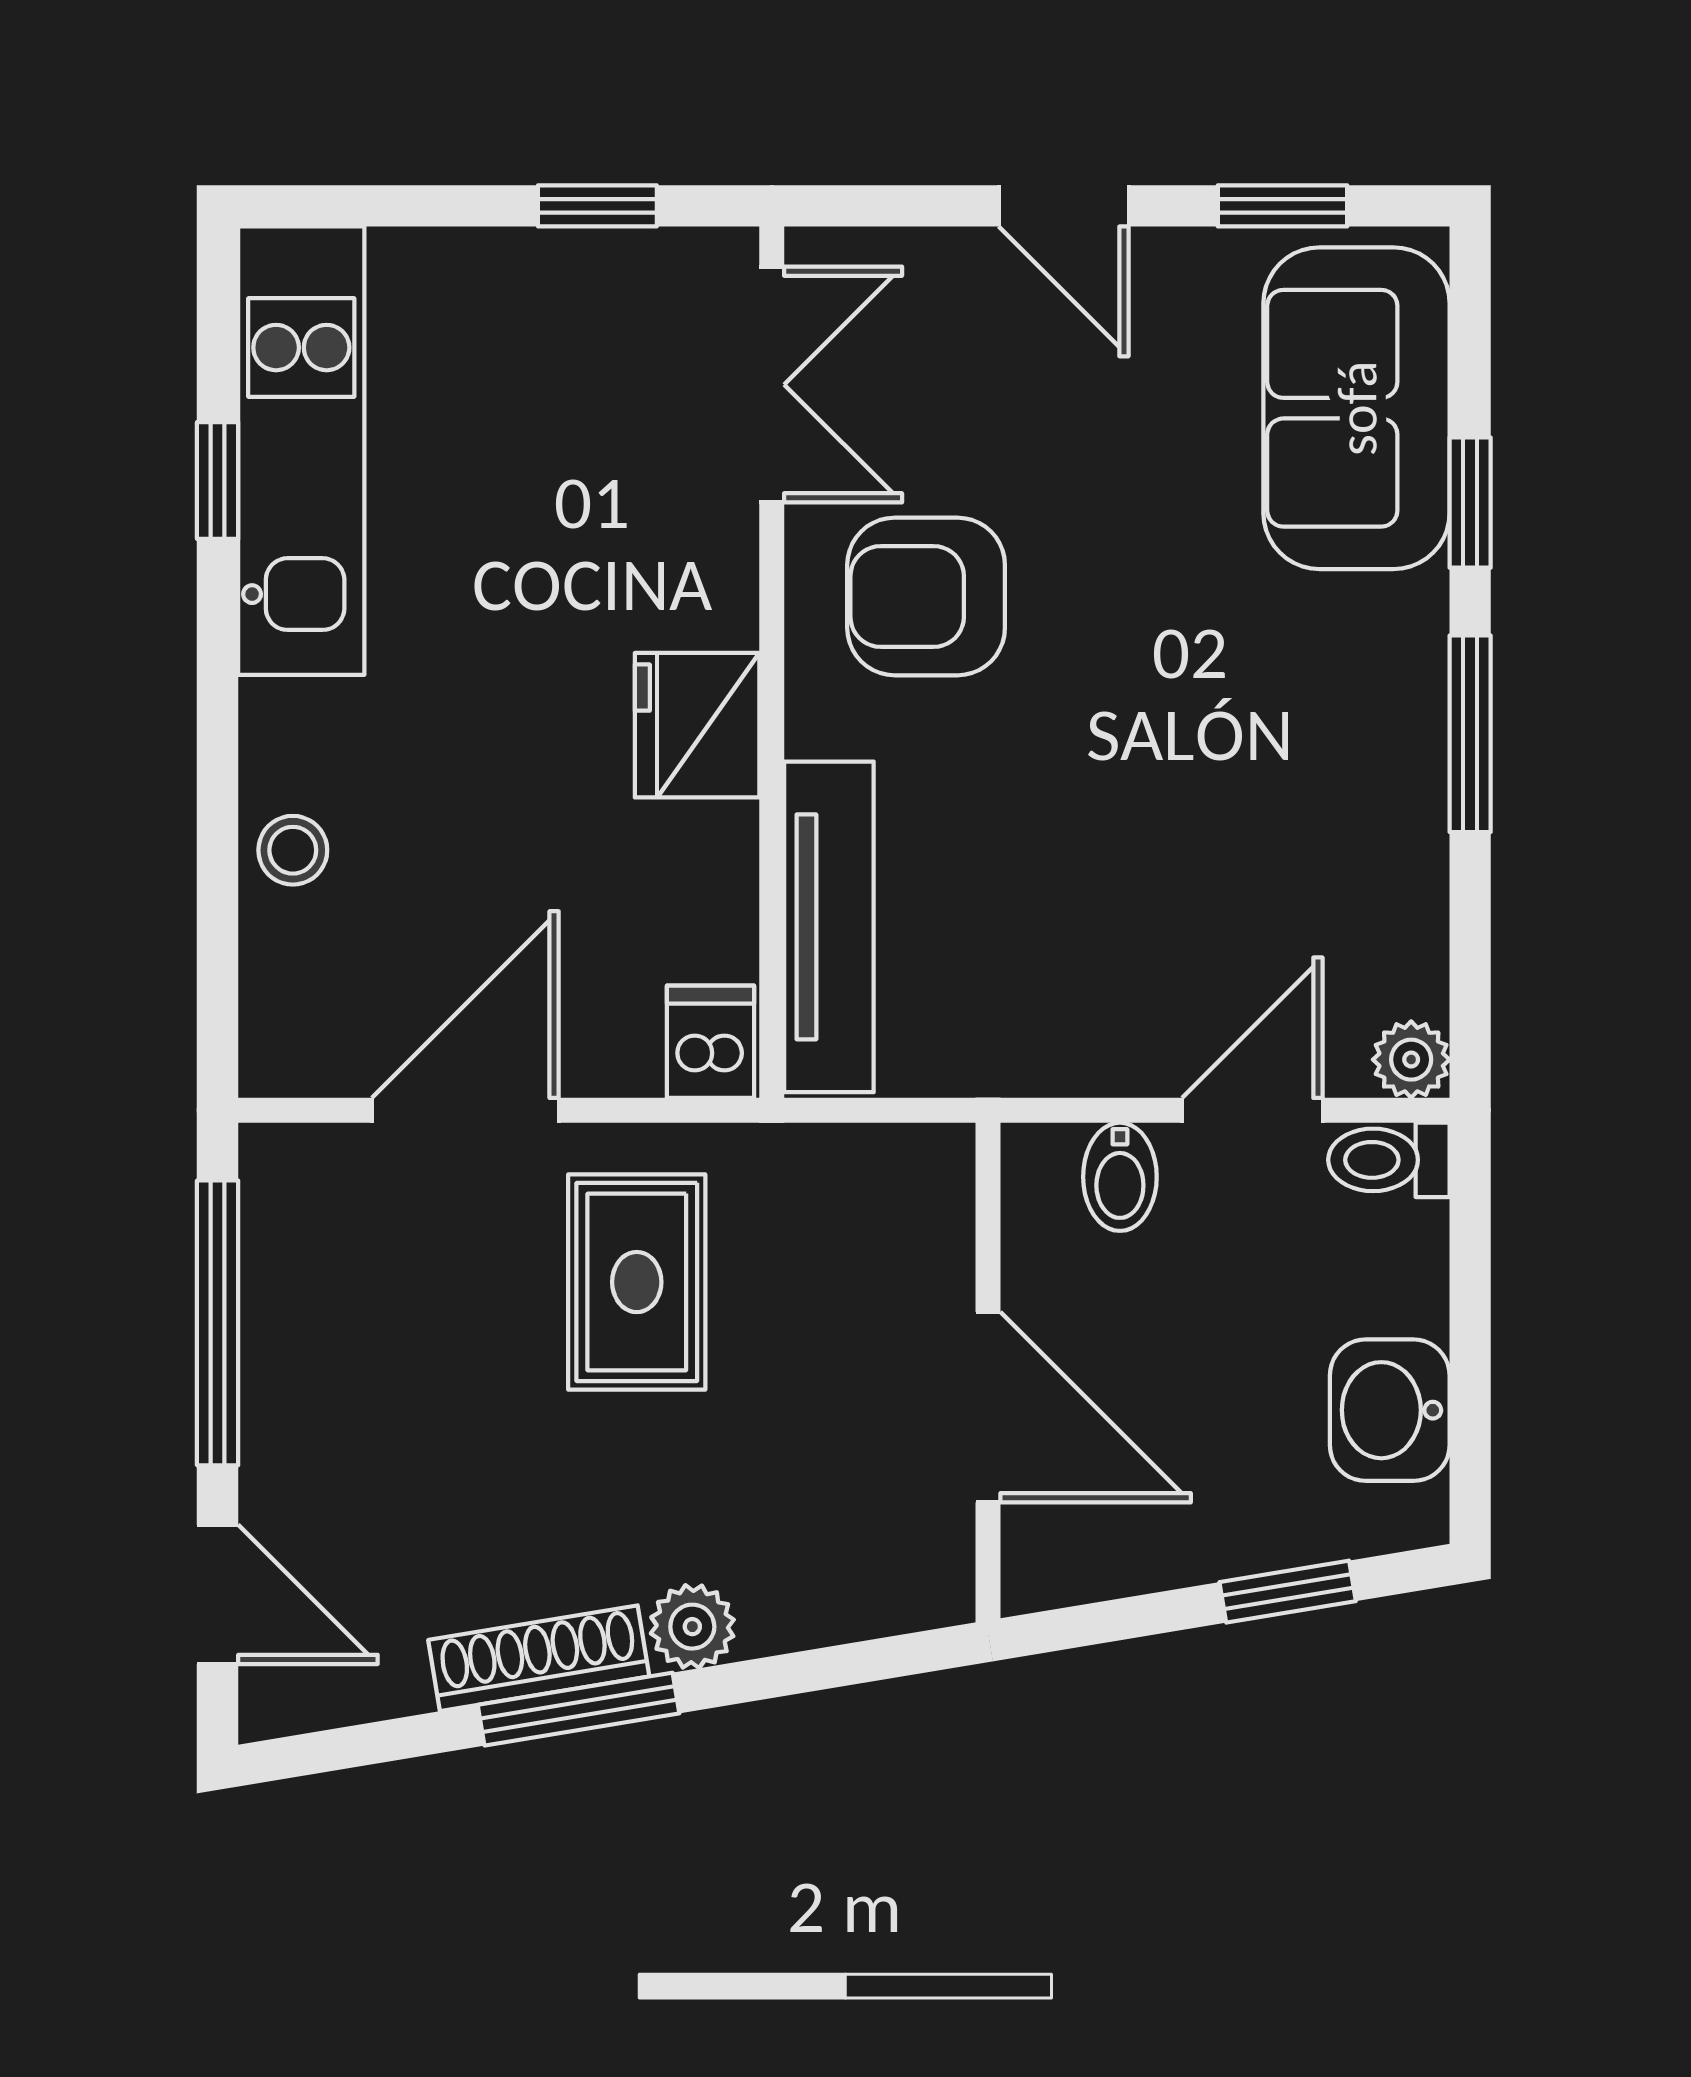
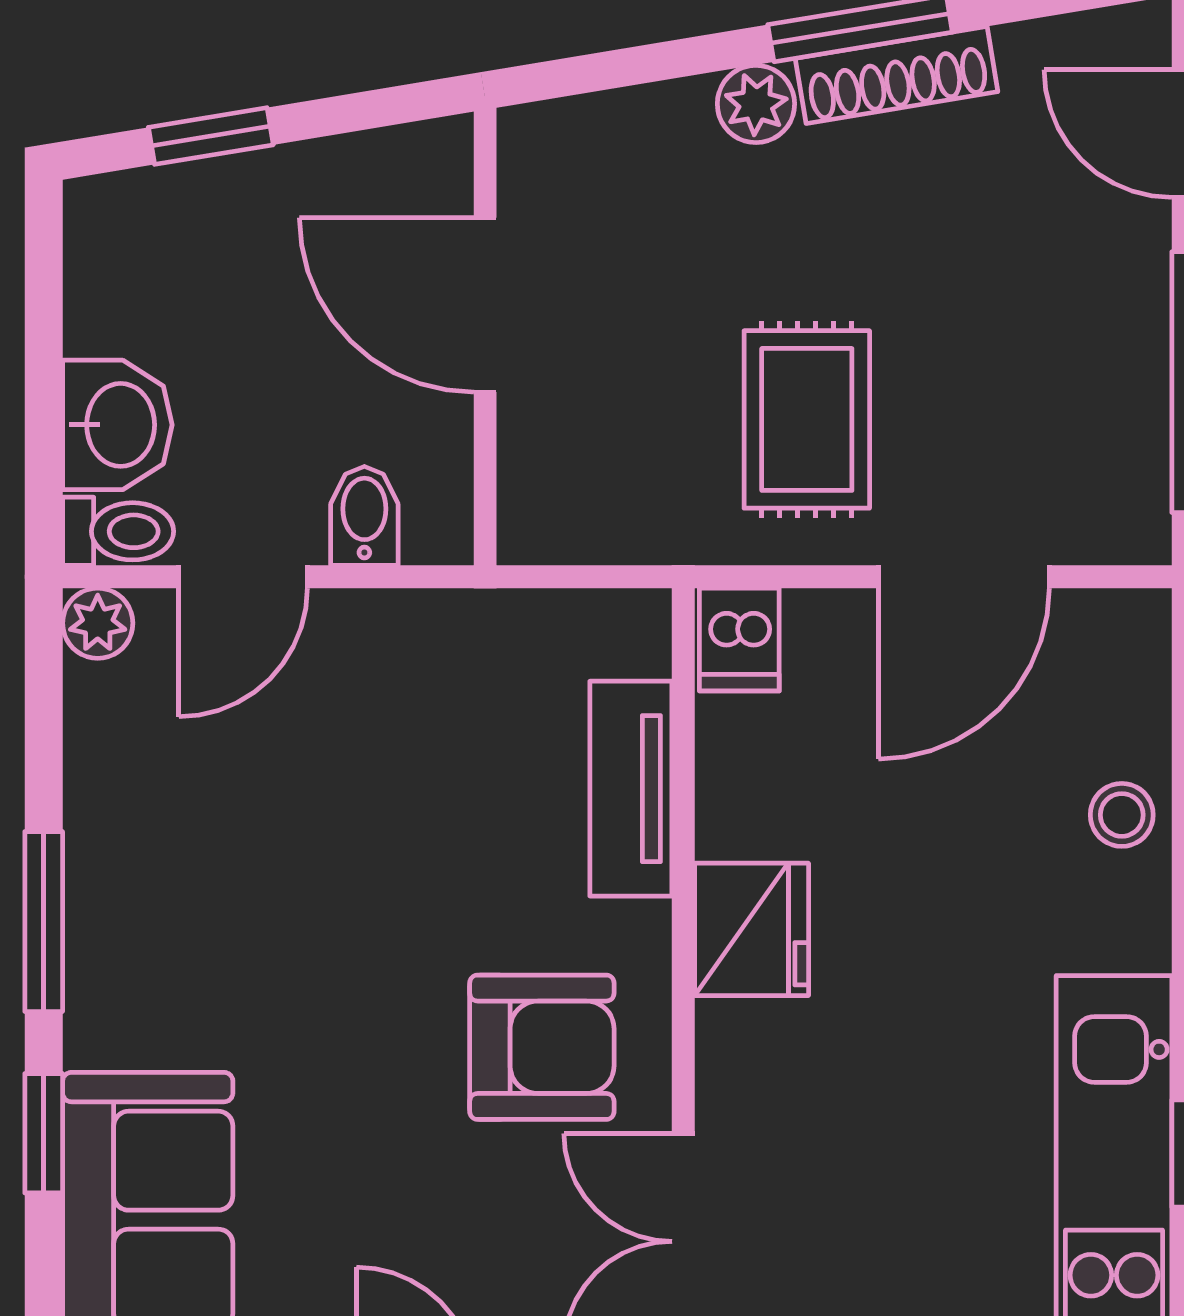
tv unit: (829, 927) -> (631, 789), width x0.71
washbasin: (1390, 1410) -> (117, 425), moved

